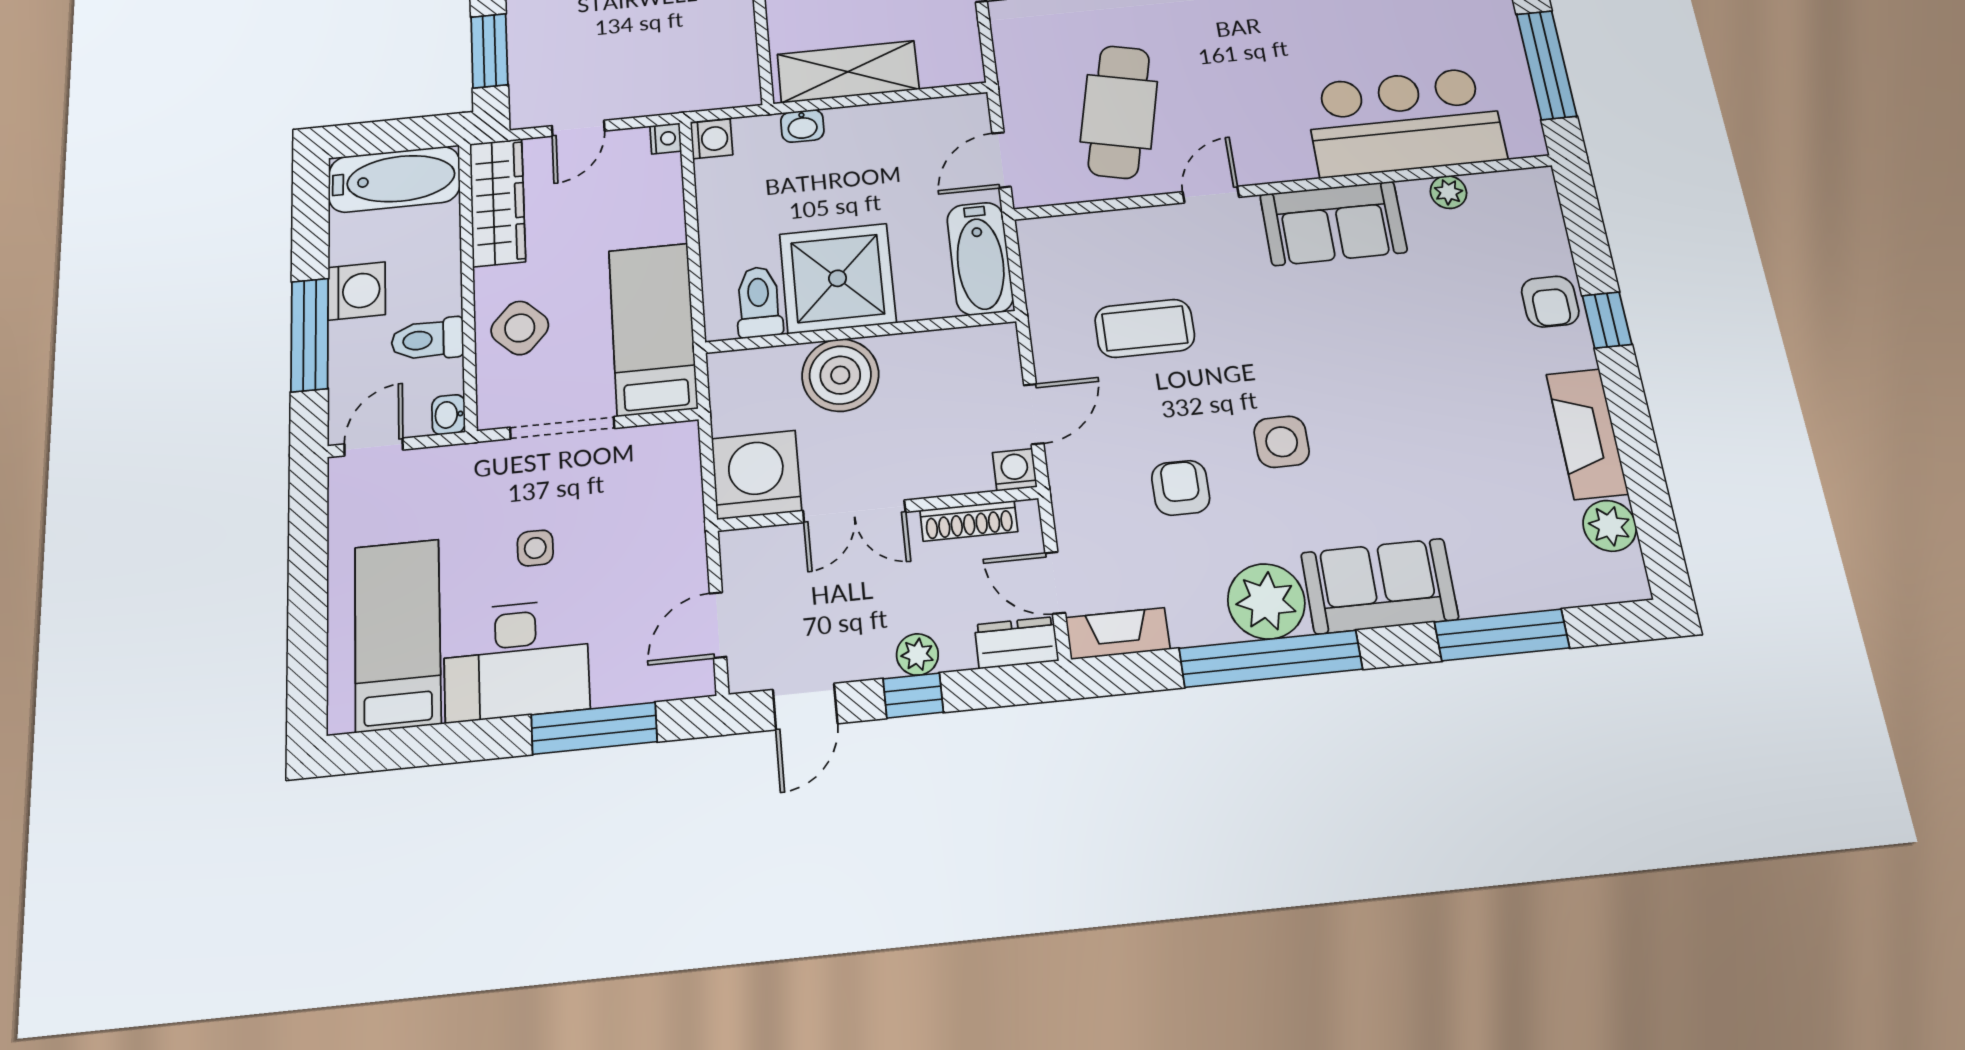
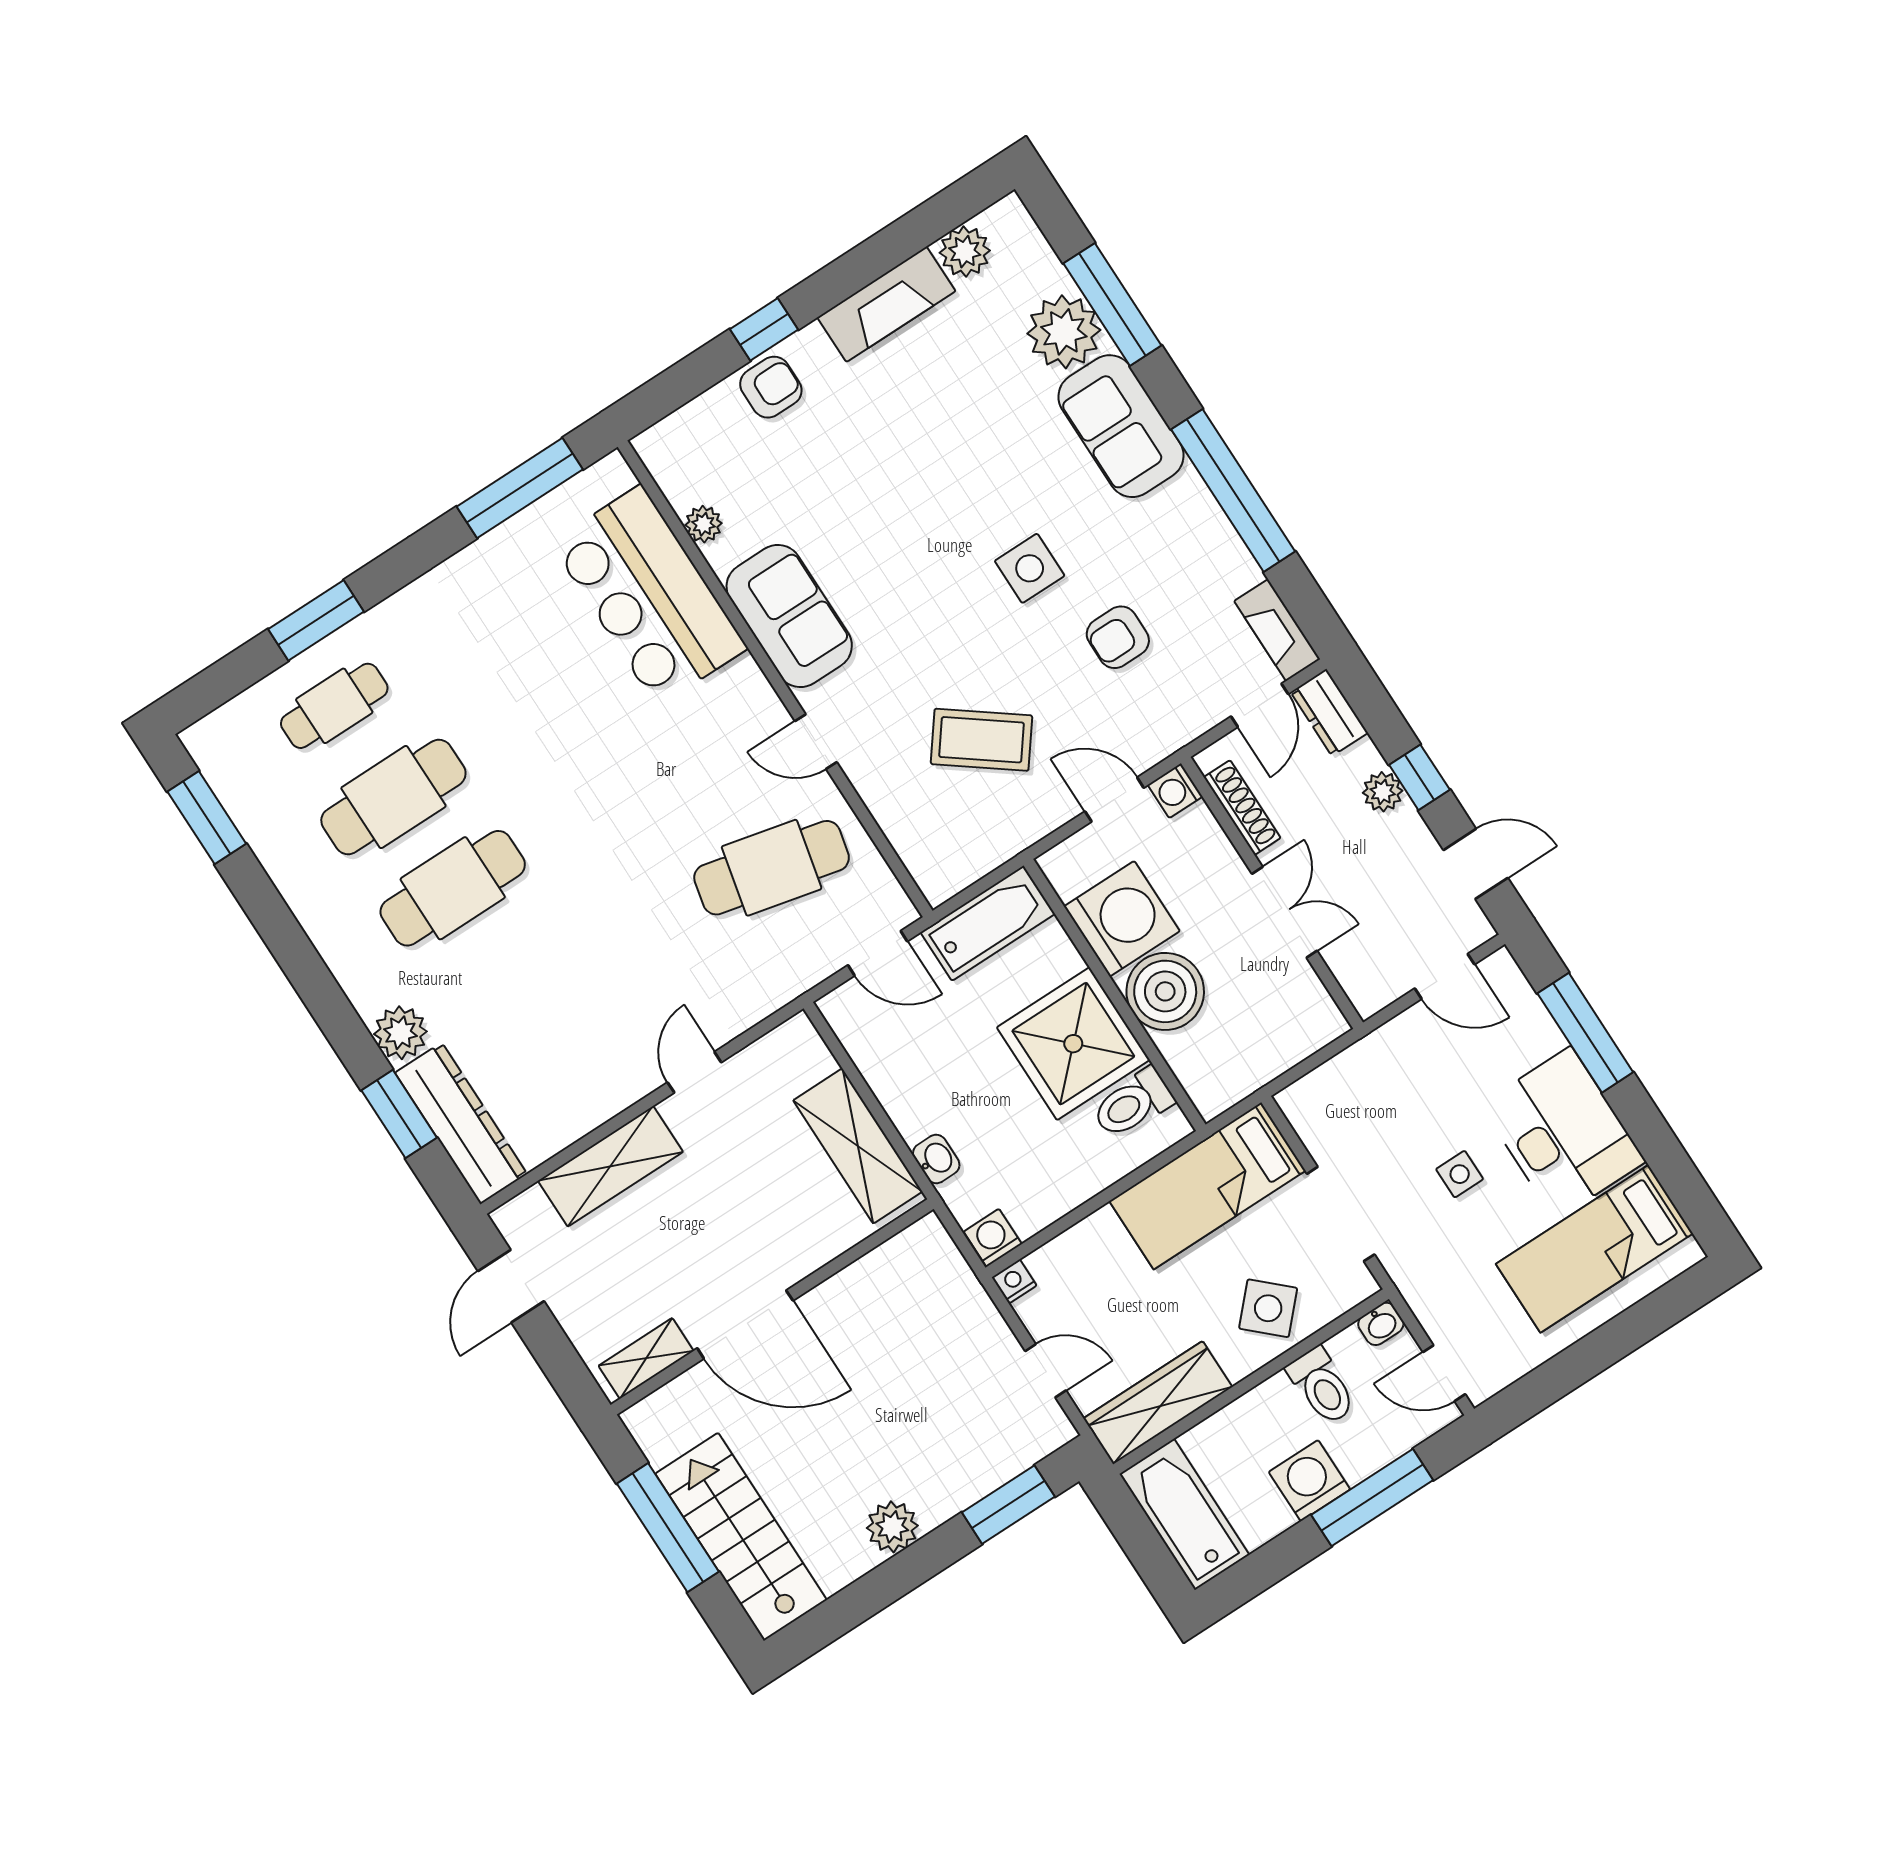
coffee table: (1145, 328) -> (982, 740), turned -53
washing machine: (756, 475) -> (1122, 919), moved, turned 180
plant: (1266, 601) -> (1064, 332), moved

